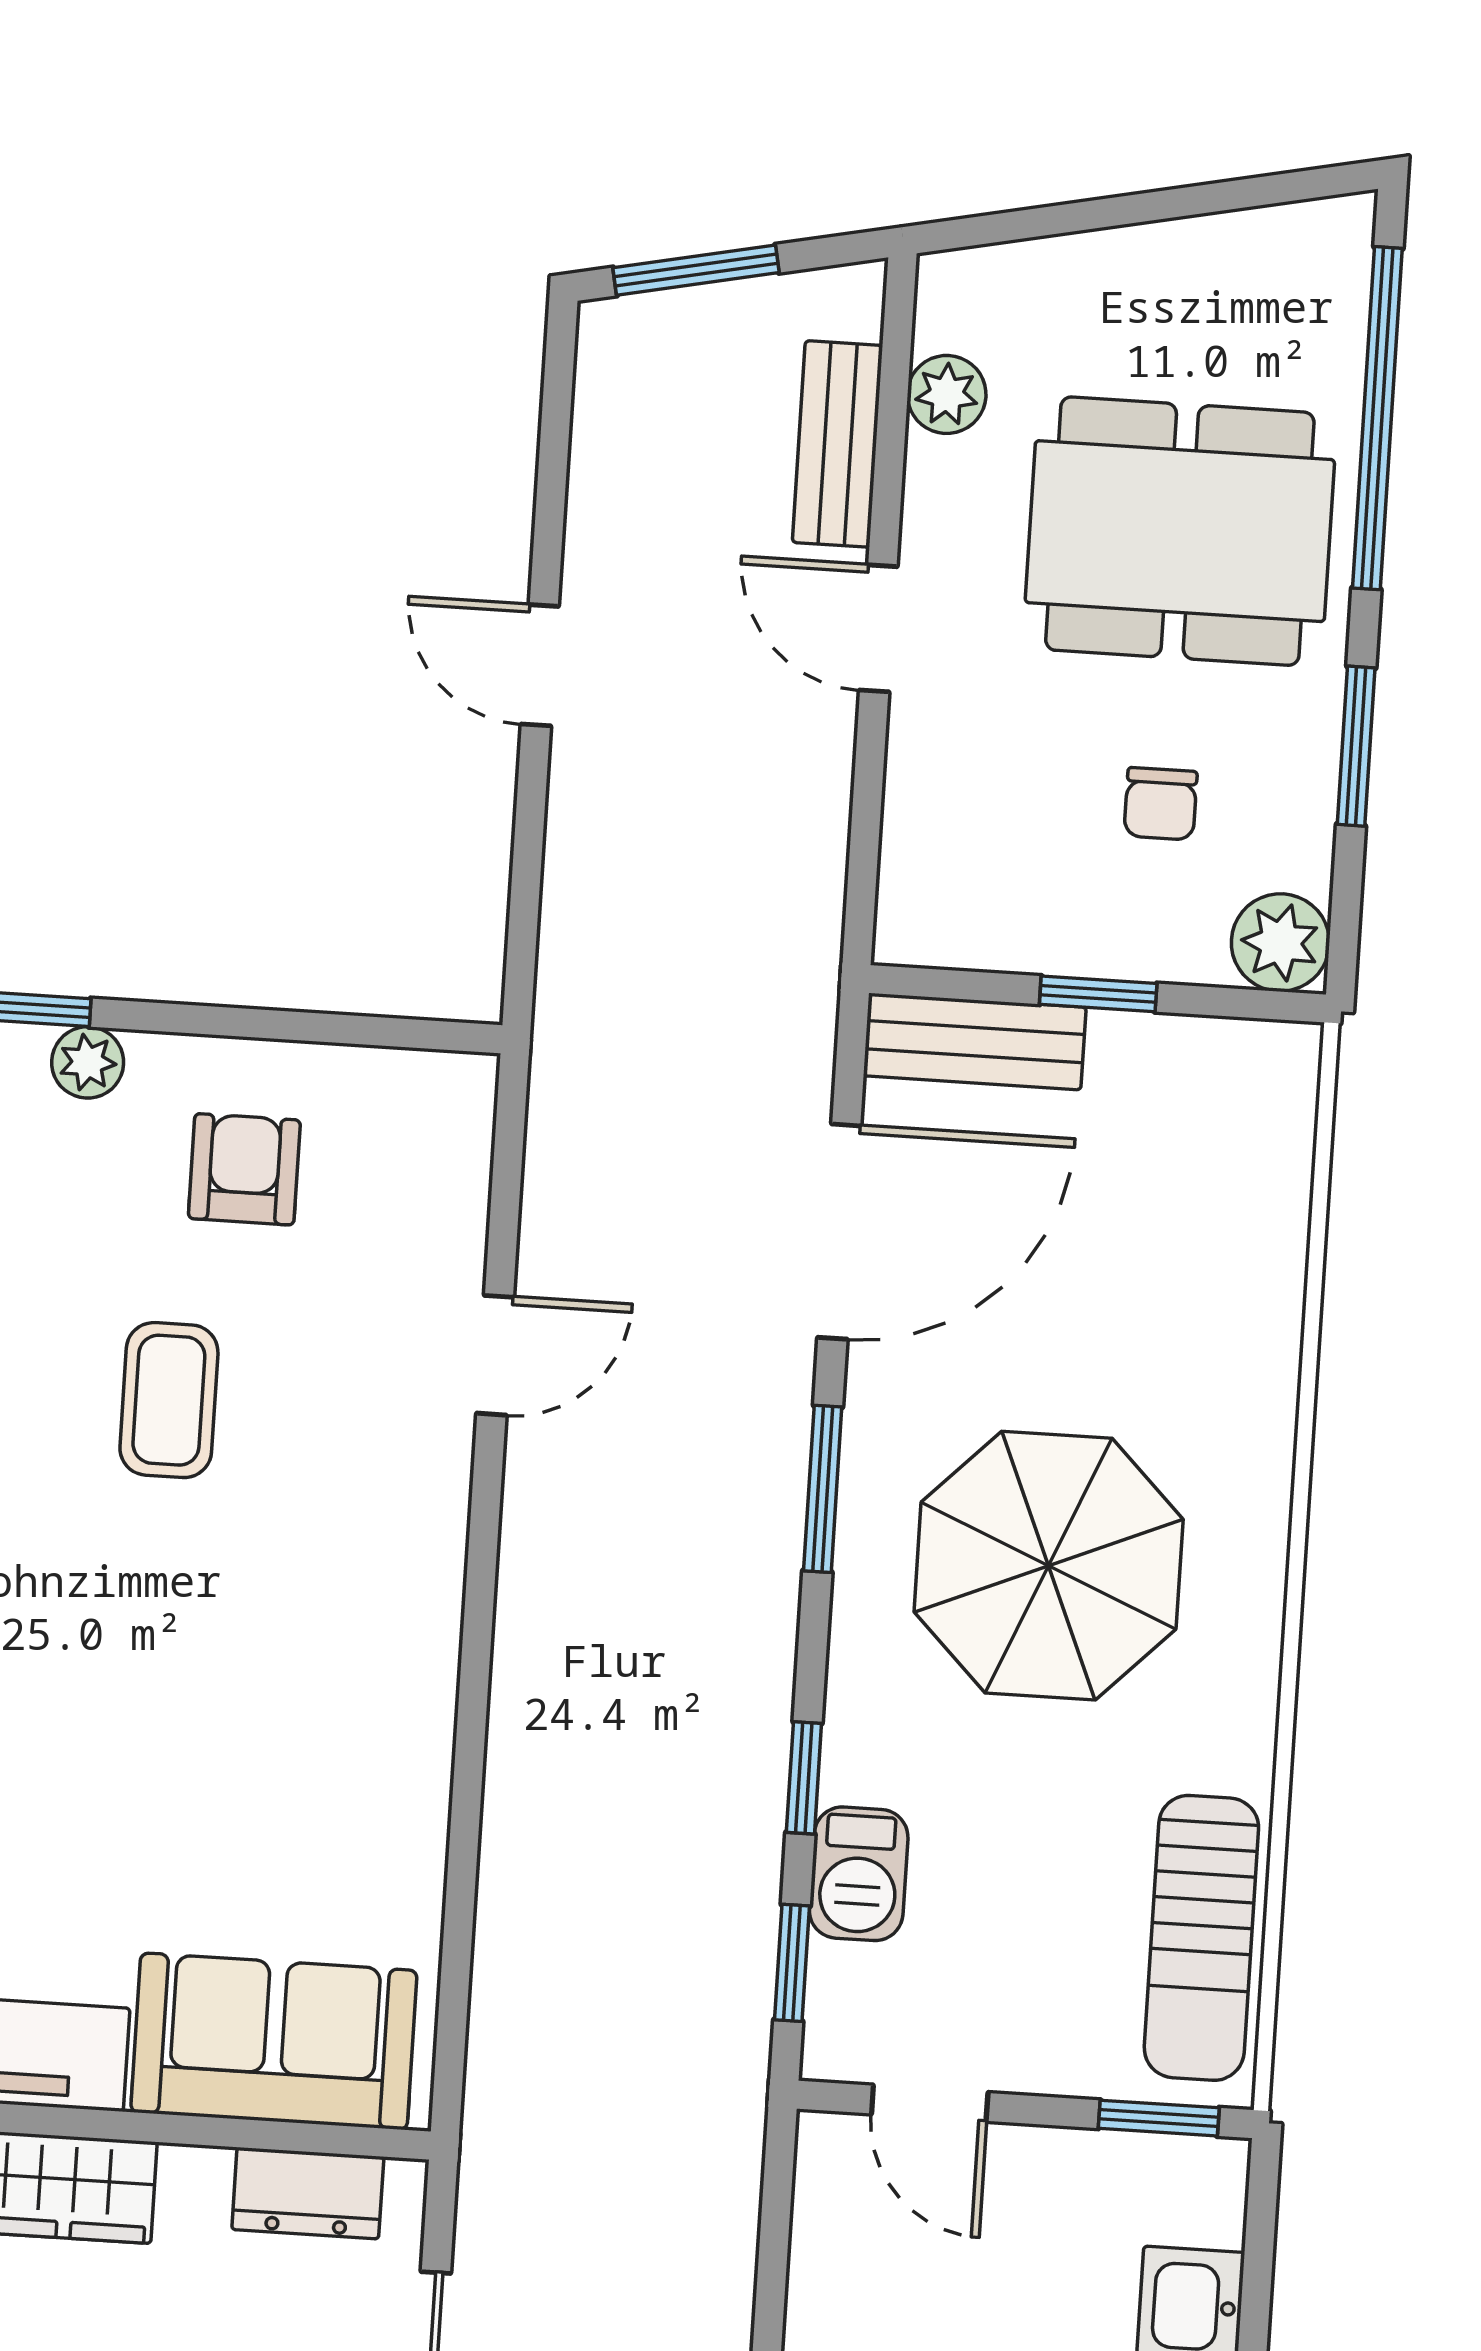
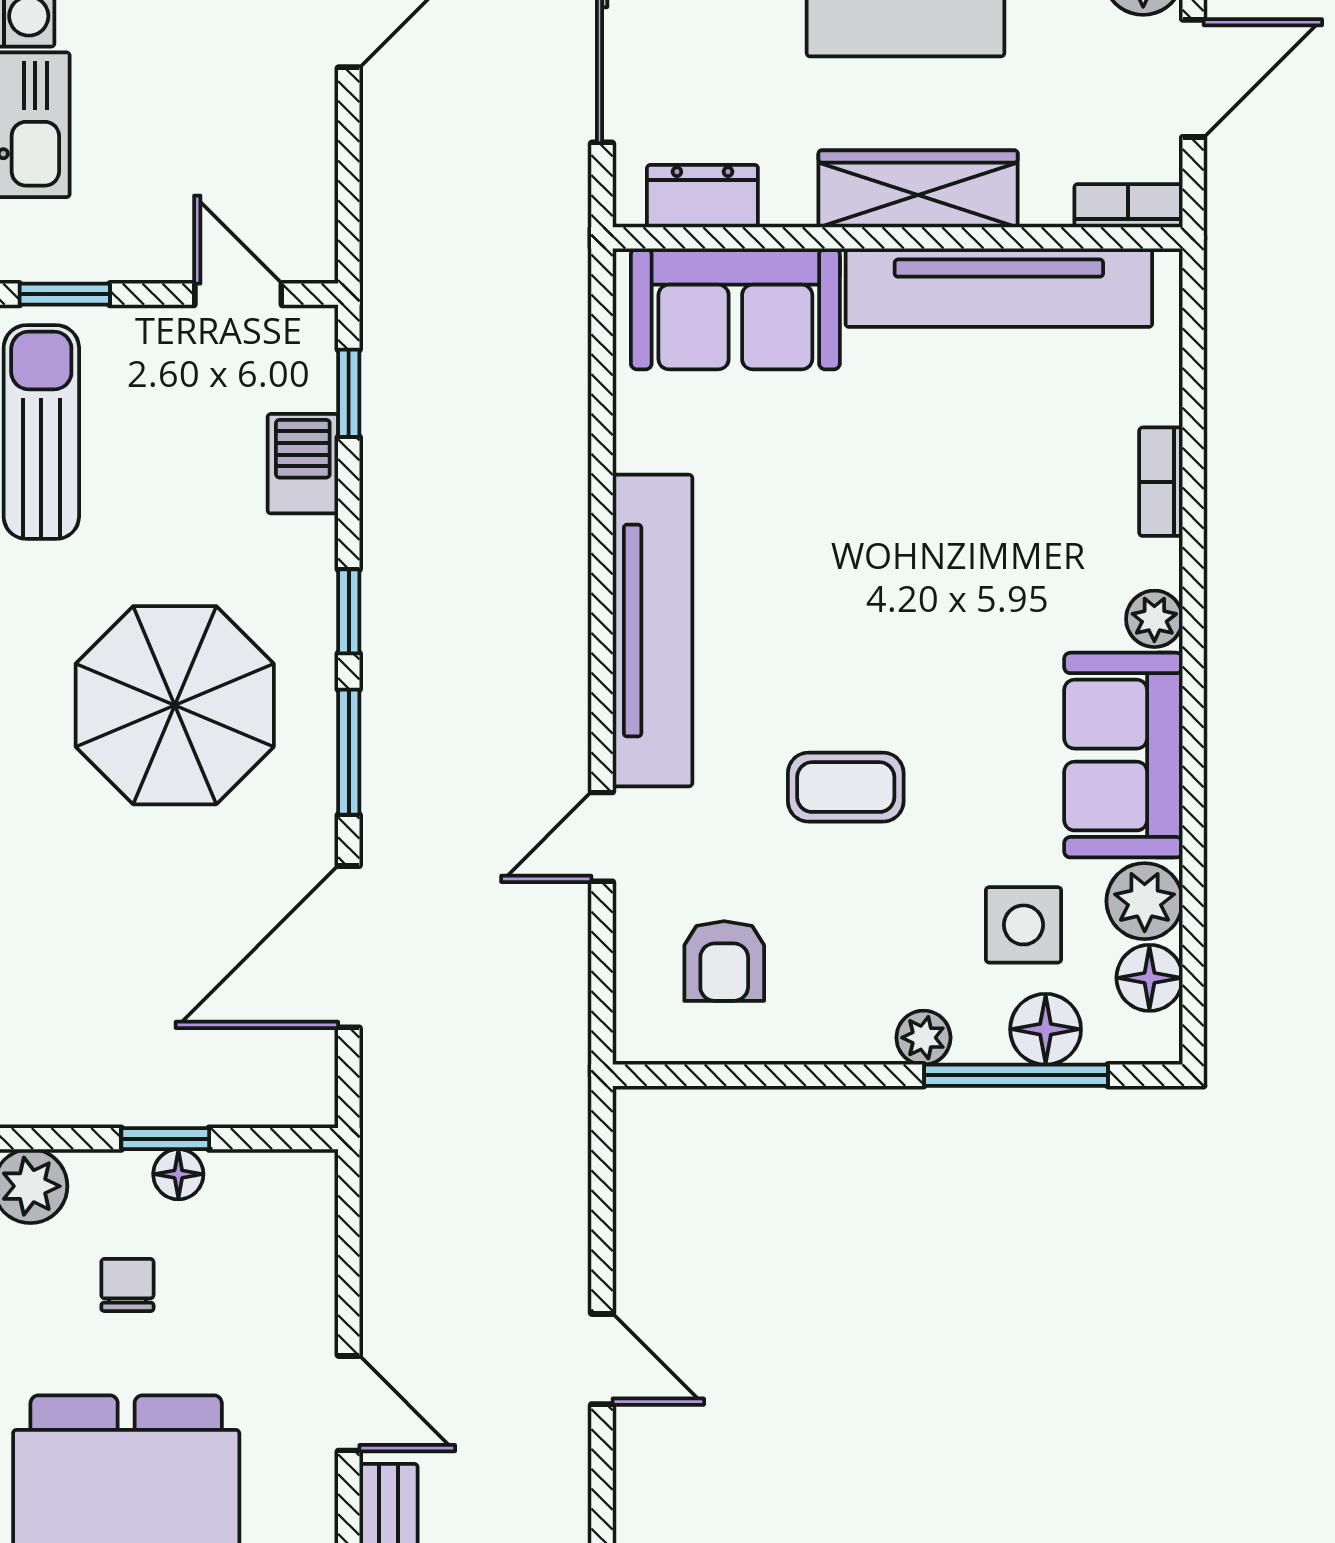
floor lamp: (1084, 946) -> (178, 1174), added
bench: (975, 1042) -> (256, 1097), removed
armchair: (244, 1169) -> (724, 961), moved
coffee table: (169, 1400) -> (846, 787), turned 90
tv unit: (411, 1623) -> (652, 631), added
window: (804, 1778) -> (349, 611), moved

